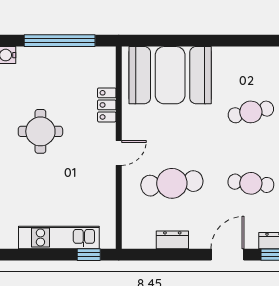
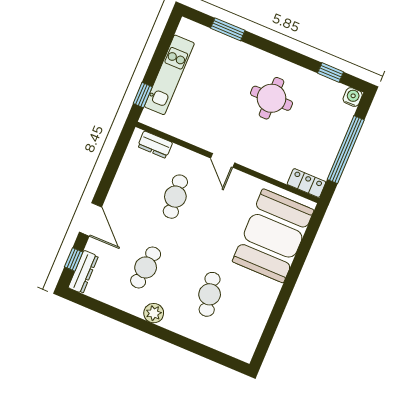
locker: (107, 105) -> (306, 183), moved
cafe table: (172, 183) -> (175, 197), width x0.73, depth x0.74
dresser: (172, 240) -> (155, 145), moved, turned 90

